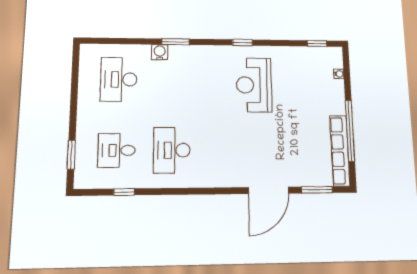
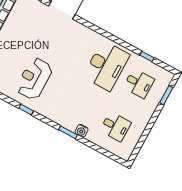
desk: (119, 79) -> (115, 127), width x0.73
reception desk: (254, 85) -> (34, 79), turned 180
desk: (172, 150) -> (106, 66), width x1.36, depth x1.30

